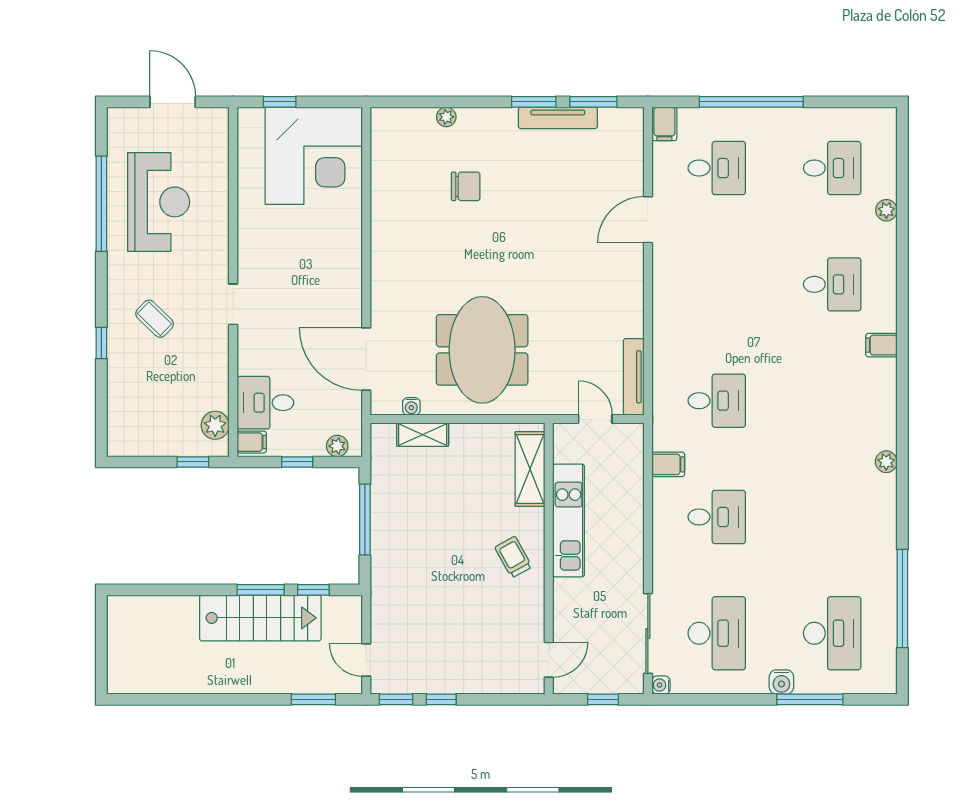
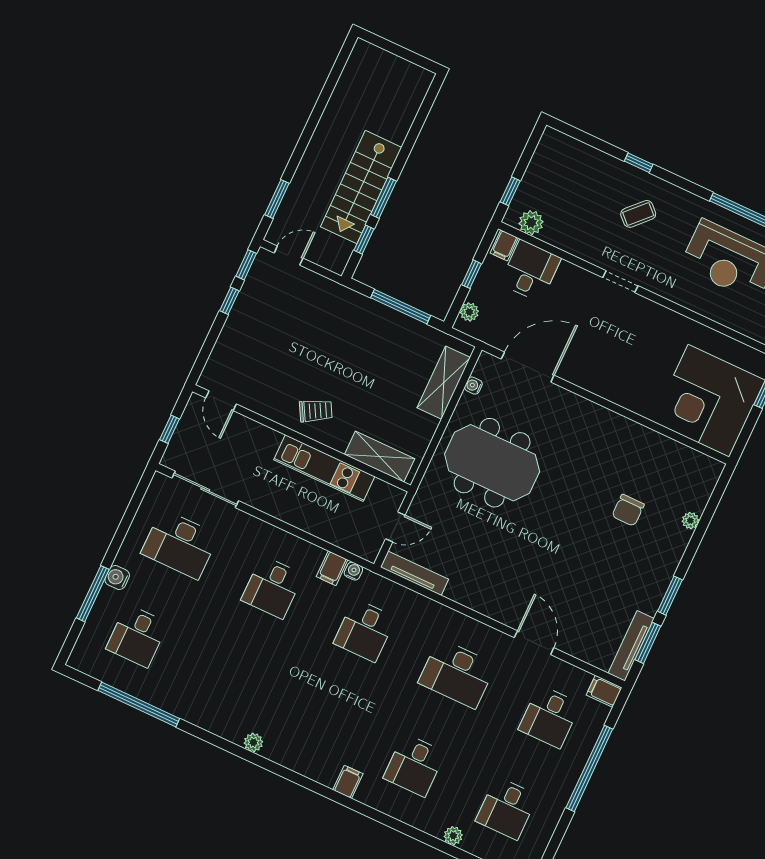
tv unit: (558, 118) -> (631, 646), moved
desk: (717, 284) -> (457, 673), added
shelving: (423, 435) -> (444, 383), width x1.50, depth x1.33
desk: (832, 633) -> (137, 636), width x0.73
water cooler: (661, 685) -> (353, 571), moved

